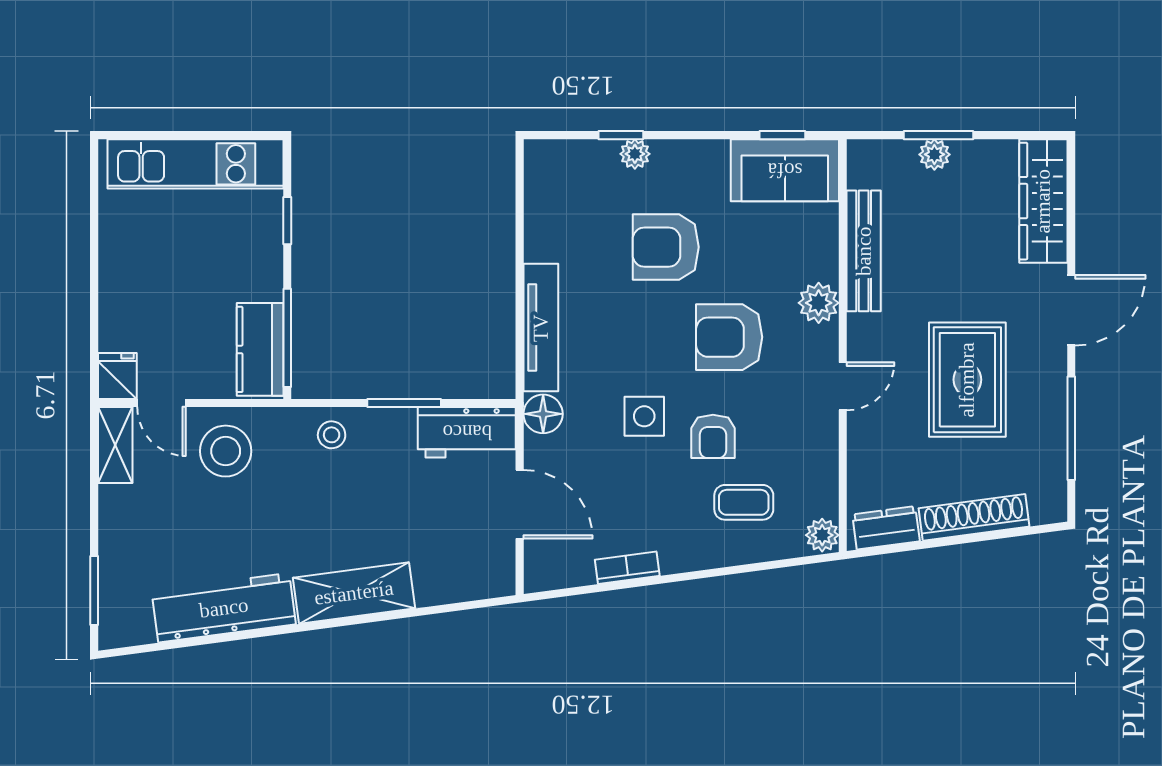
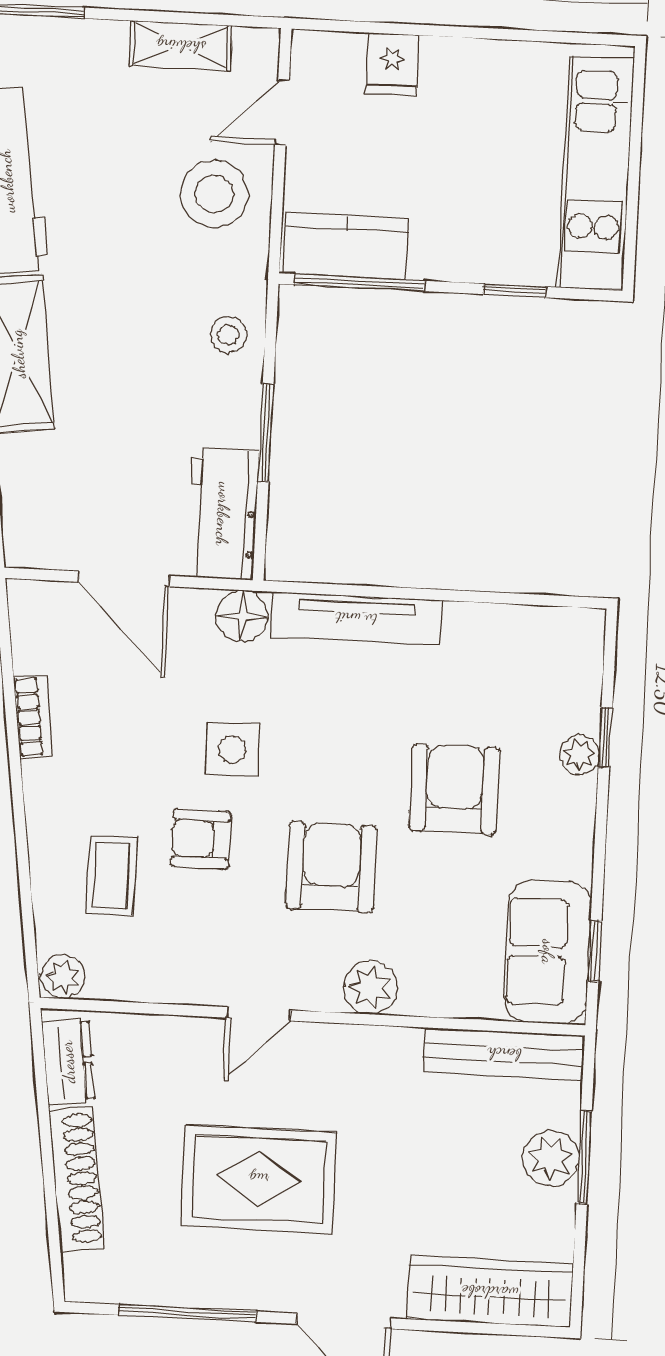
plant: (934, 154) -> (551, 1158), width x1.38, depth x1.38
bench: (864, 251) -> (504, 1054), moved
fridge: (117, 376) -> (392, 64), moved, turned 90
door: (843, 386) -> (258, 1014), hinge flipped
shelving: (115, 445) -> (181, 46), moved
door: (520, 504) -> (124, 579), hinge flipped

